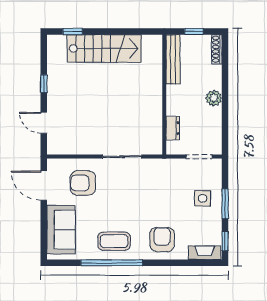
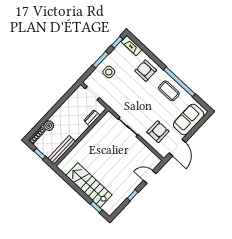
plant: (214, 98) -> (49, 126), moved
door: (44, 123) -> (150, 177), swing flipped
armchair: (83, 183) -> (158, 132), turned -90
armchair: (162, 239) -> (146, 71), turned 90

